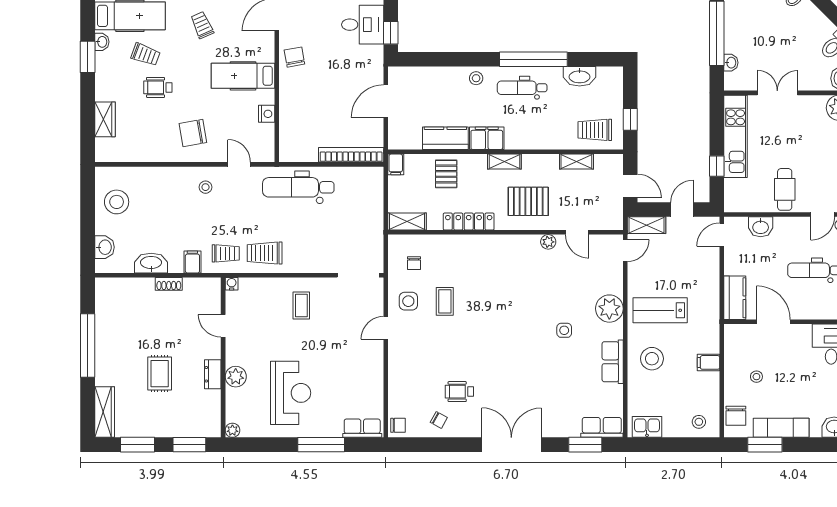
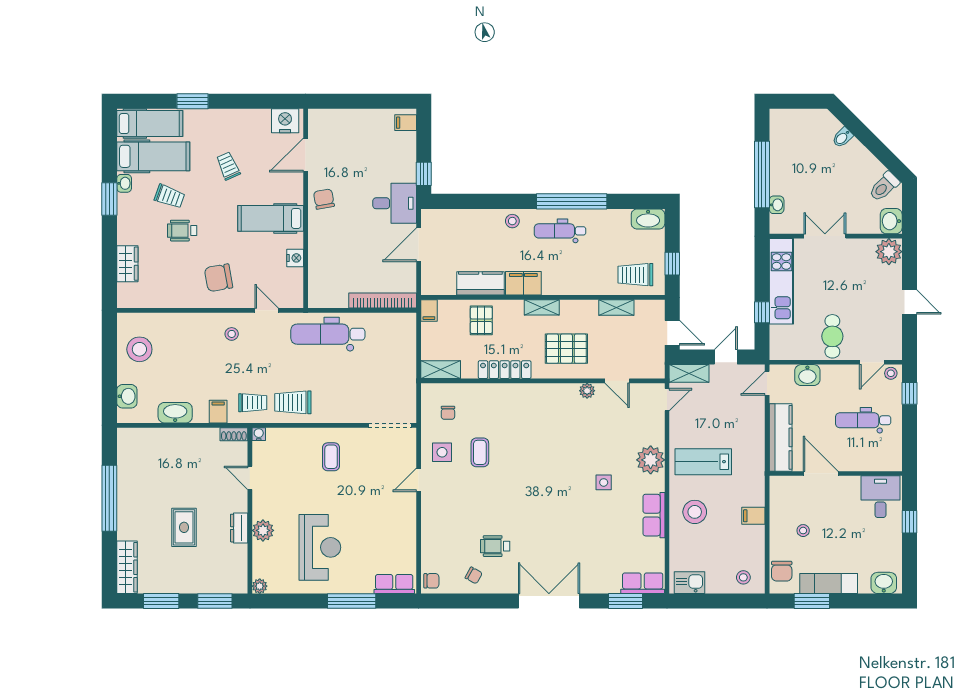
desk: (363, 25) -> (395, 203), moved
washbasin: (580, 76) -> (648, 219), moved
shoe rack: (169, 284) -> (234, 434), moved
kitchen counter: (735, 298) -> (781, 437), width x1.50

